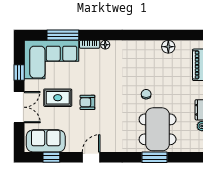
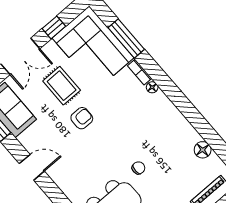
armchair: (87, 102) -> (82, 118), turned 90

